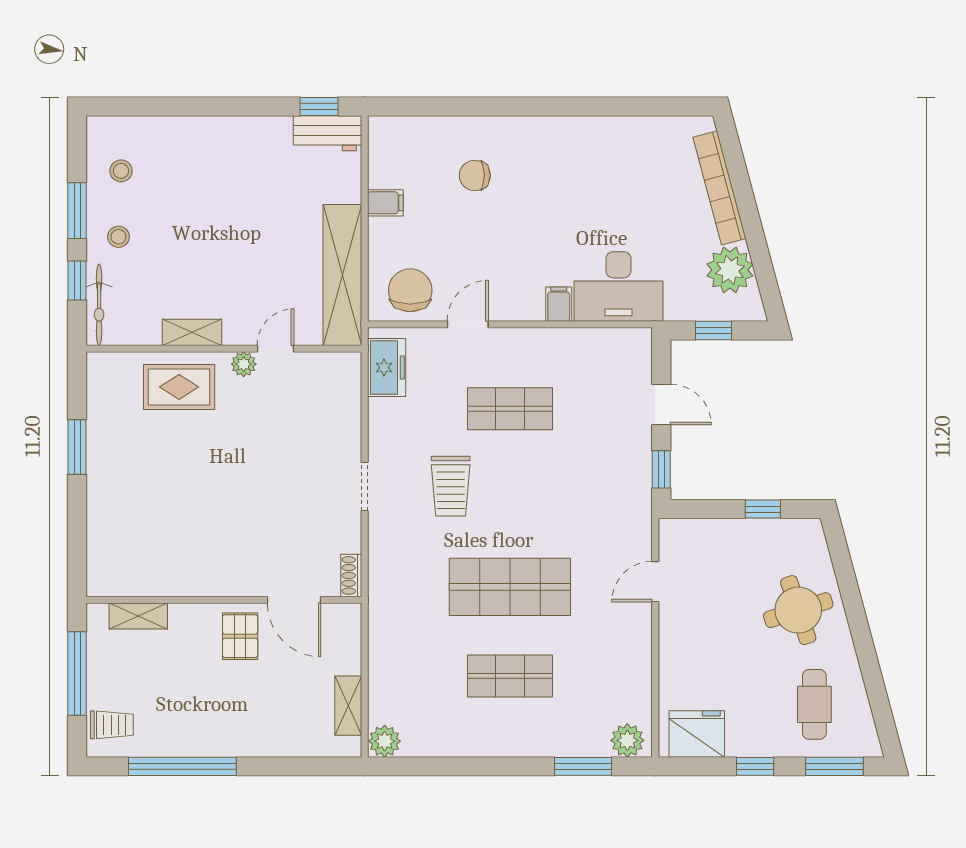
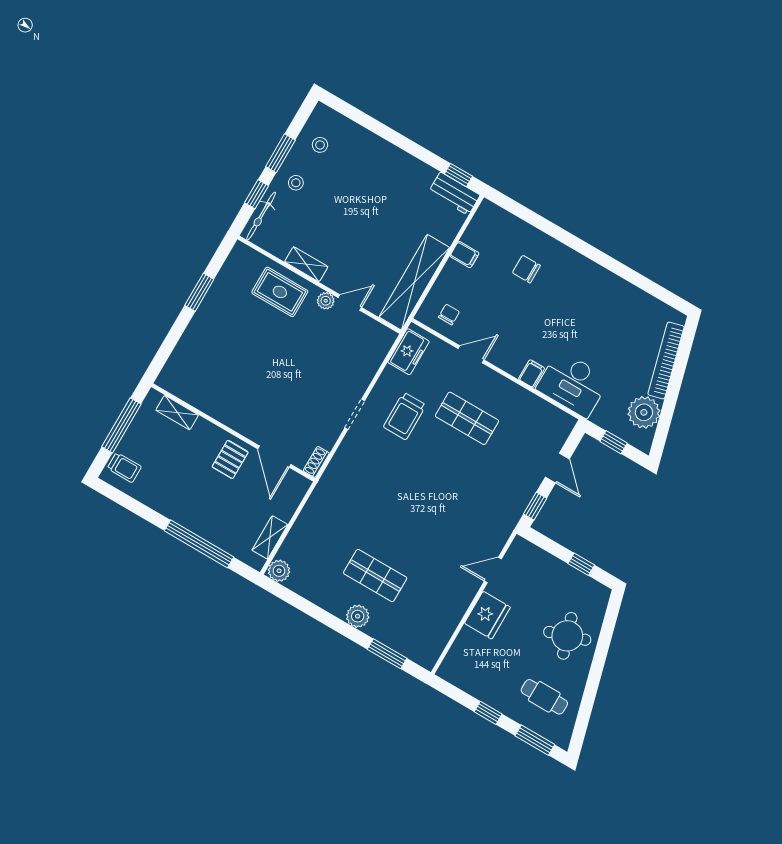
chair: (410, 290) -> (449, 315), width x0.54, depth x0.54
trolley: (451, 486) -> (405, 416), moved
shop shelf: (510, 587) -> (406, 523), removed
cafe table: (814, 704) -> (544, 697), turned 90
fridge: (697, 734) -> (487, 615), moved, turned 90
plant: (627, 740) -> (358, 616), moved
window: (182, 766) -> (199, 544), moved

